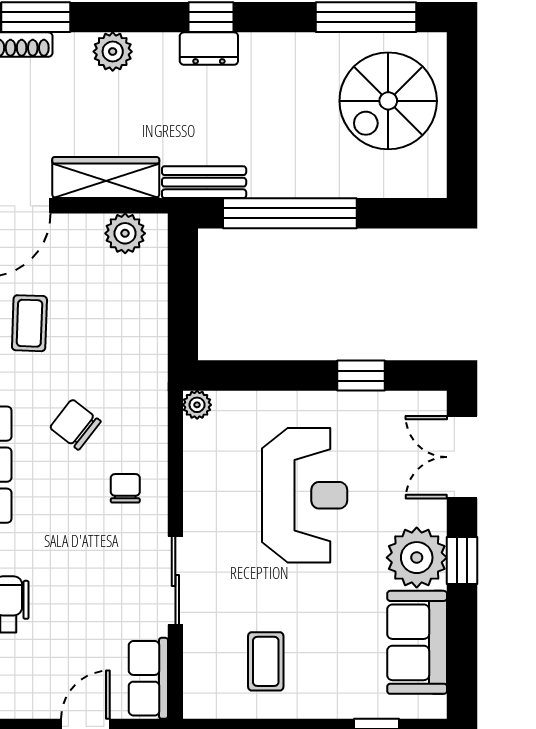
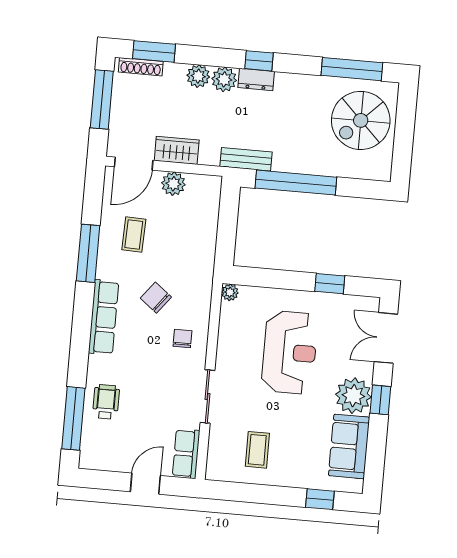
plant: (156, 53) -> (224, 79), added
wardrobe: (106, 178) -> (177, 150), width x0.67
plant: (125, 233) -> (173, 184), moved

